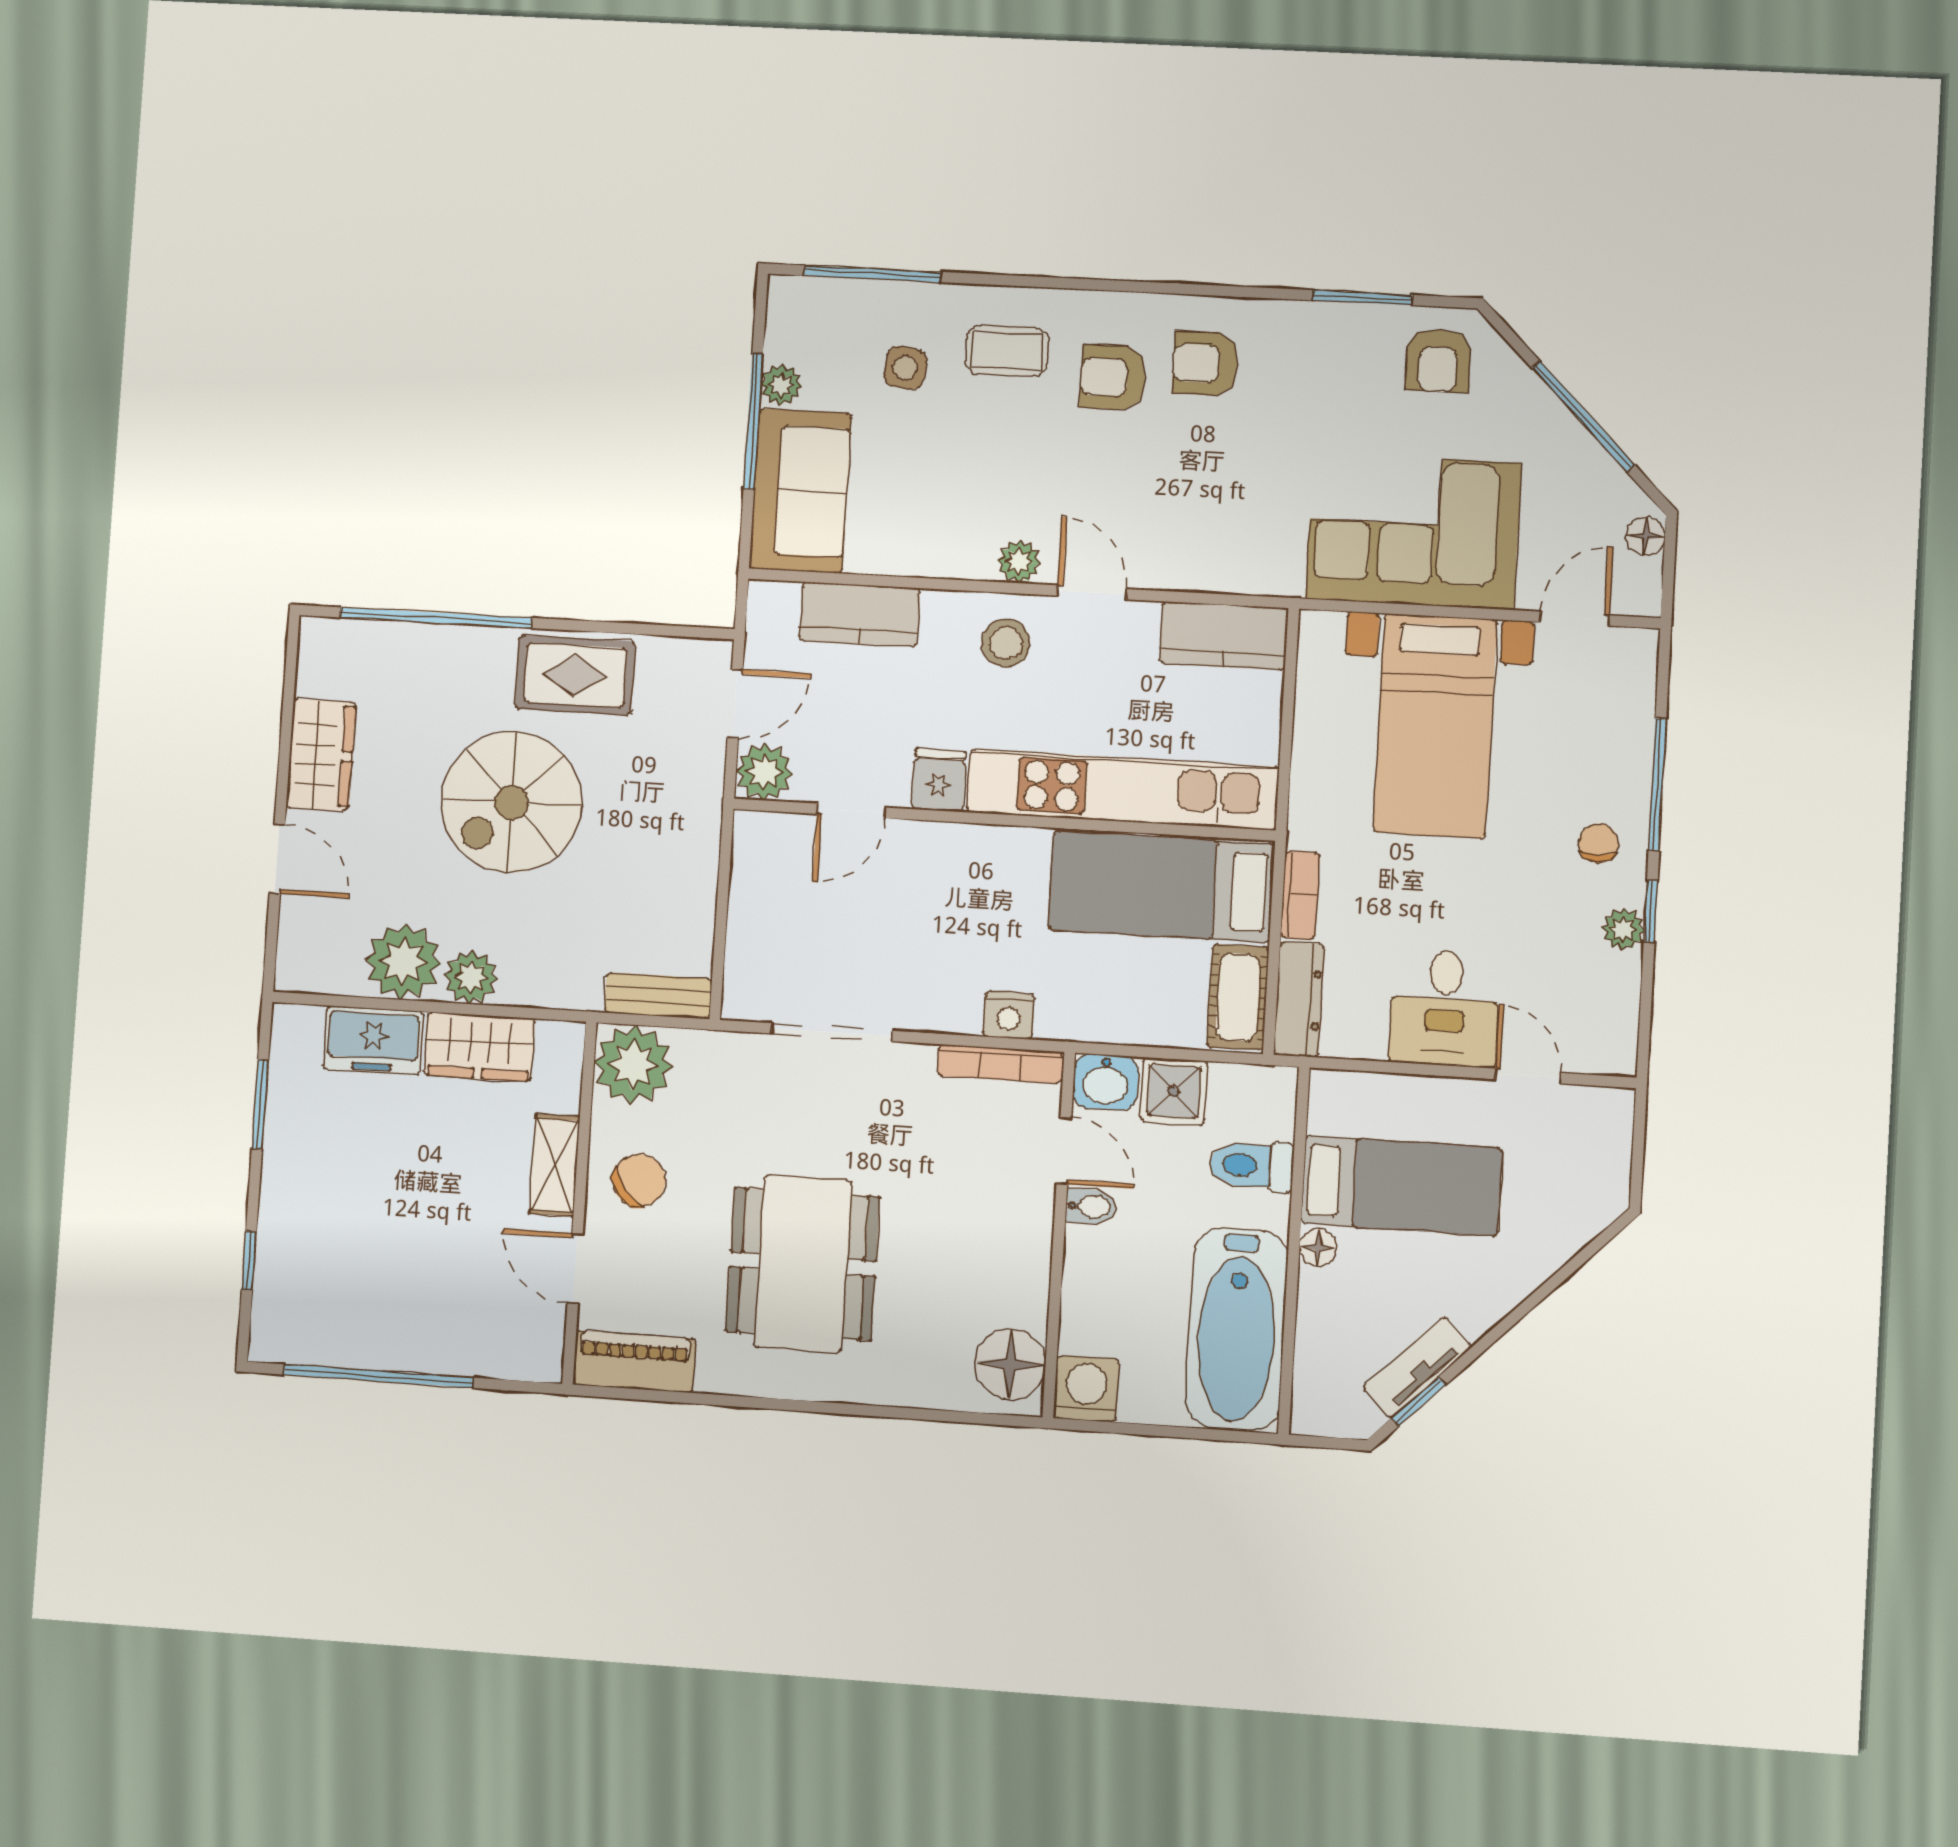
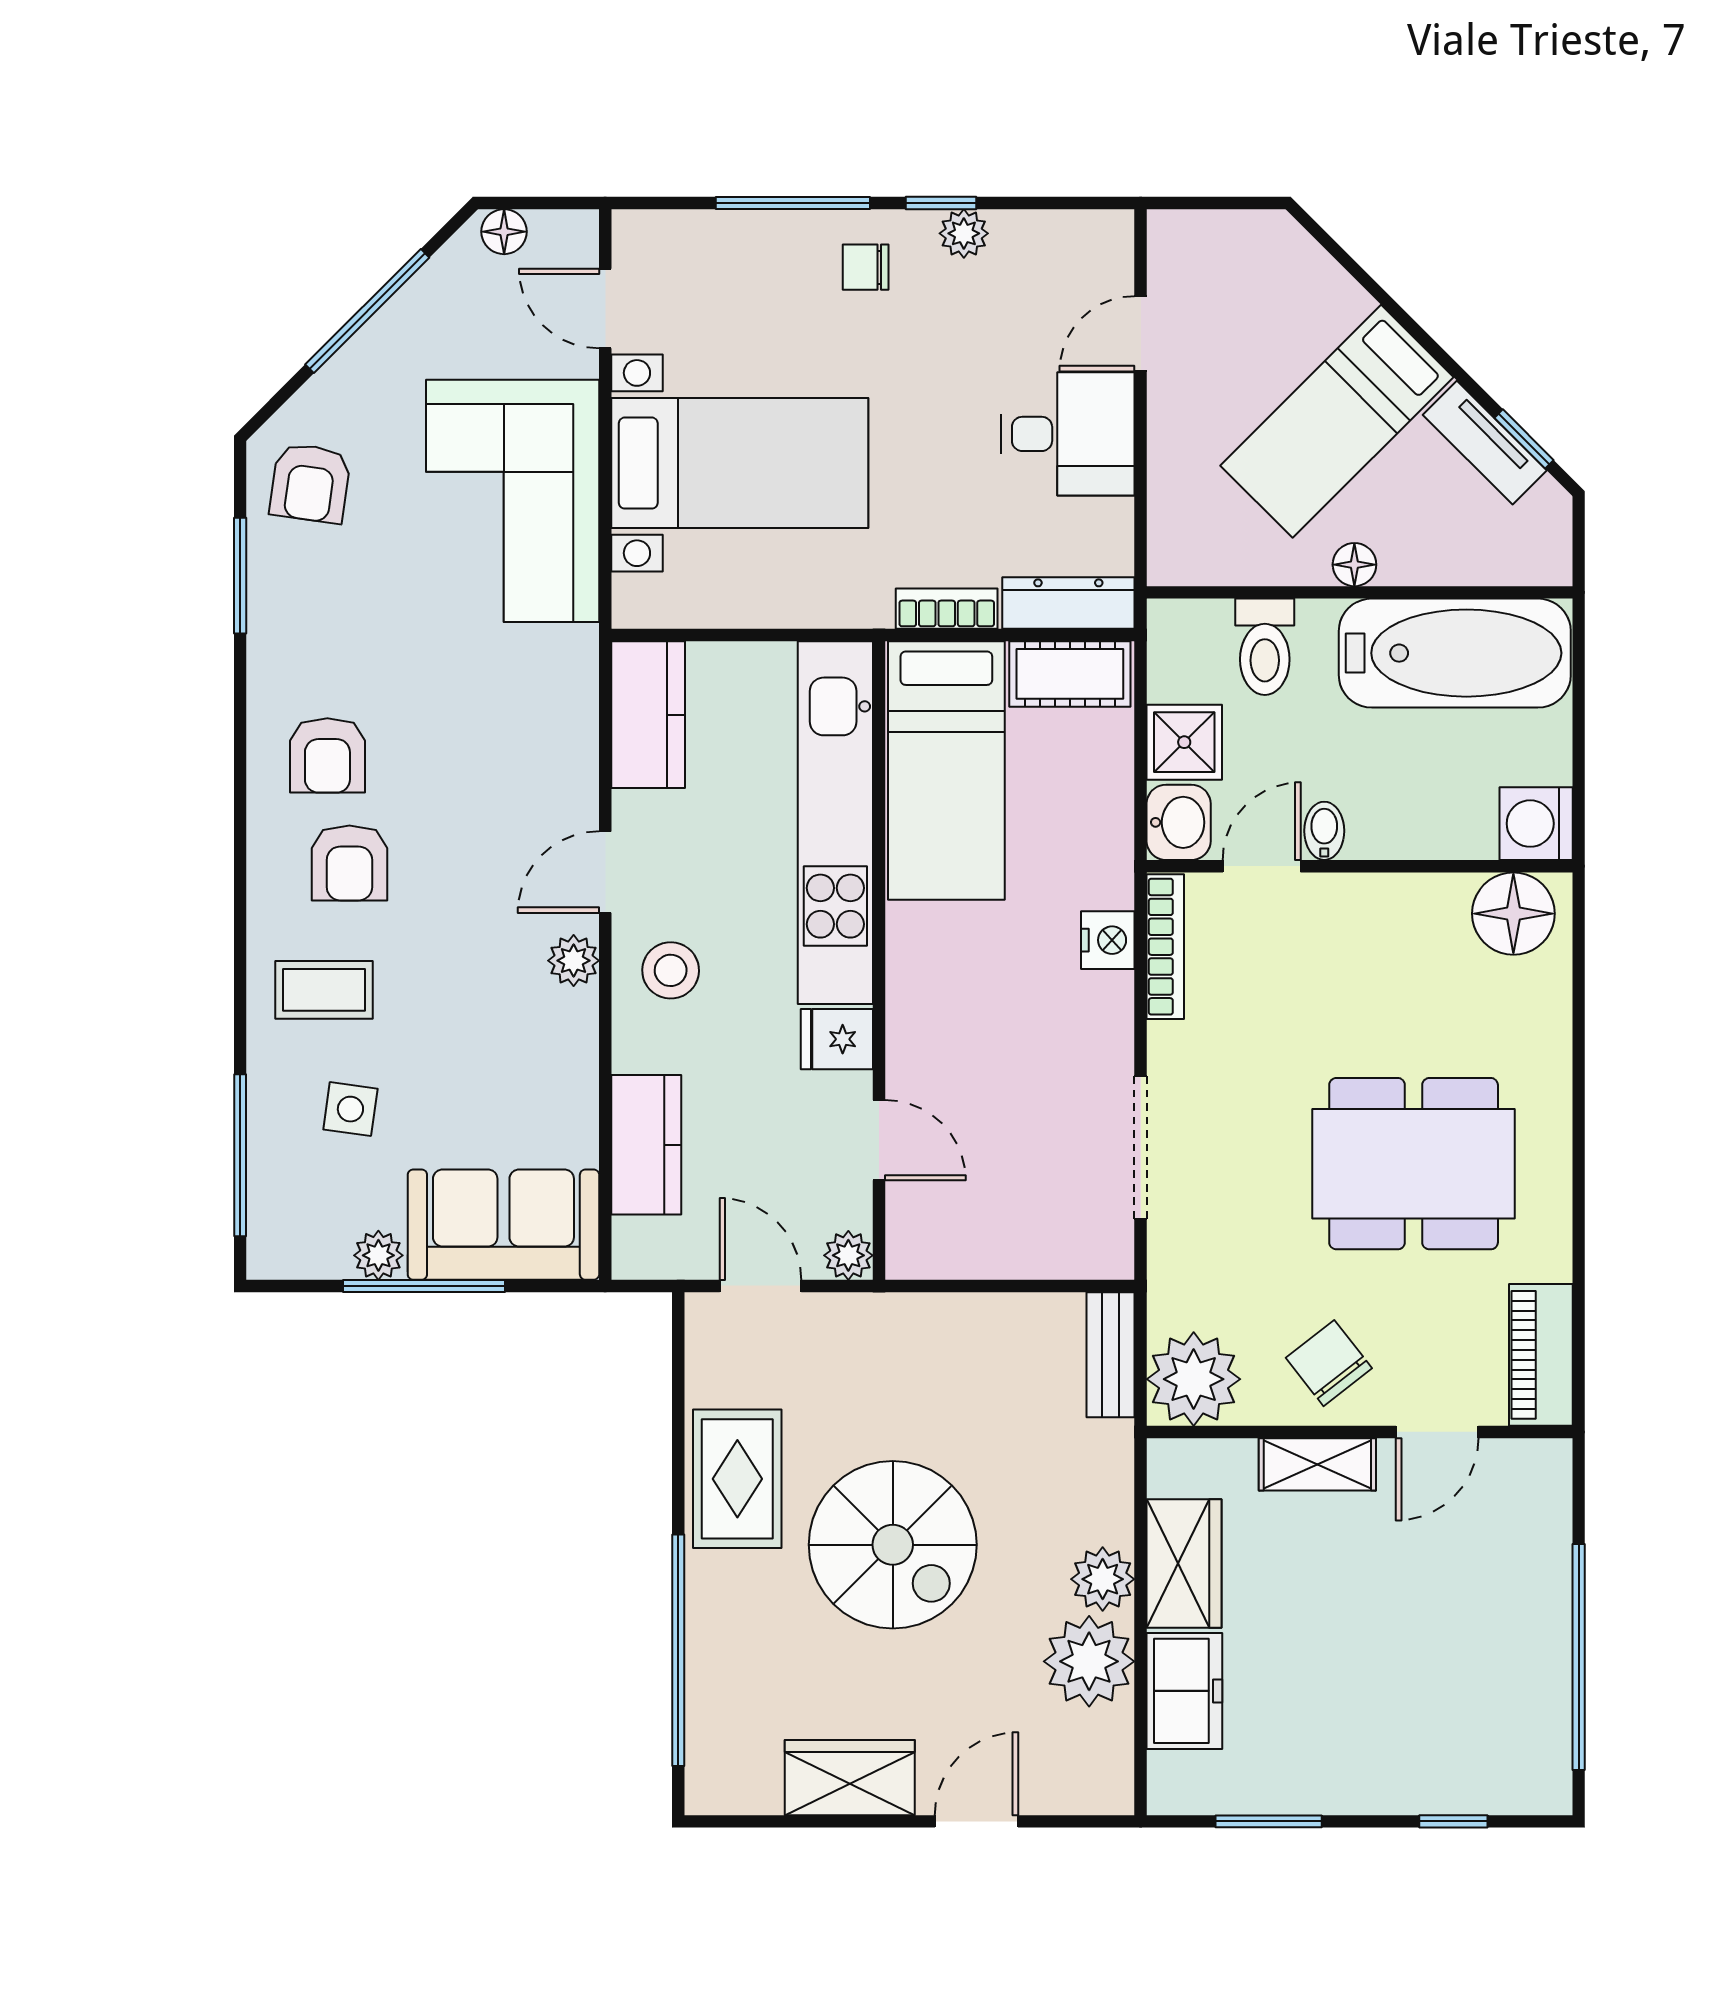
coffee table: (1007, 351) -> (324, 990), turned 90
armchair: (1438, 361) -> (310, 483), turned 98
plant: (764, 772) -> (848, 1255), width x0.73, depth x0.73
bed: (1401, 1186) -> (1337, 421), moved, turned -135

